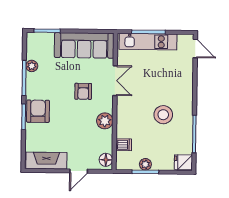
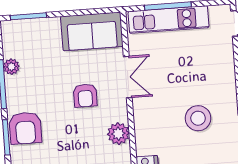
sofa: (84, 45) -> (92, 31), width x0.73
armchair: (38, 111) -> (25, 128), turned 180

